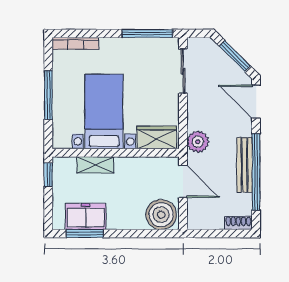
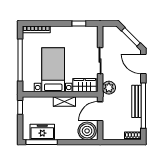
window: (147, 34) -> (79, 24), width x0.46
sliding door: (183, 71) -> (100, 61), moved
window: (48, 95) -> (20, 60), width x1.46
shelving: (95, 165) -> (64, 101), moved
door: (183, 181) -> (100, 111), swing flipped
window: (85, 234) -> (42, 142), width x1.44

